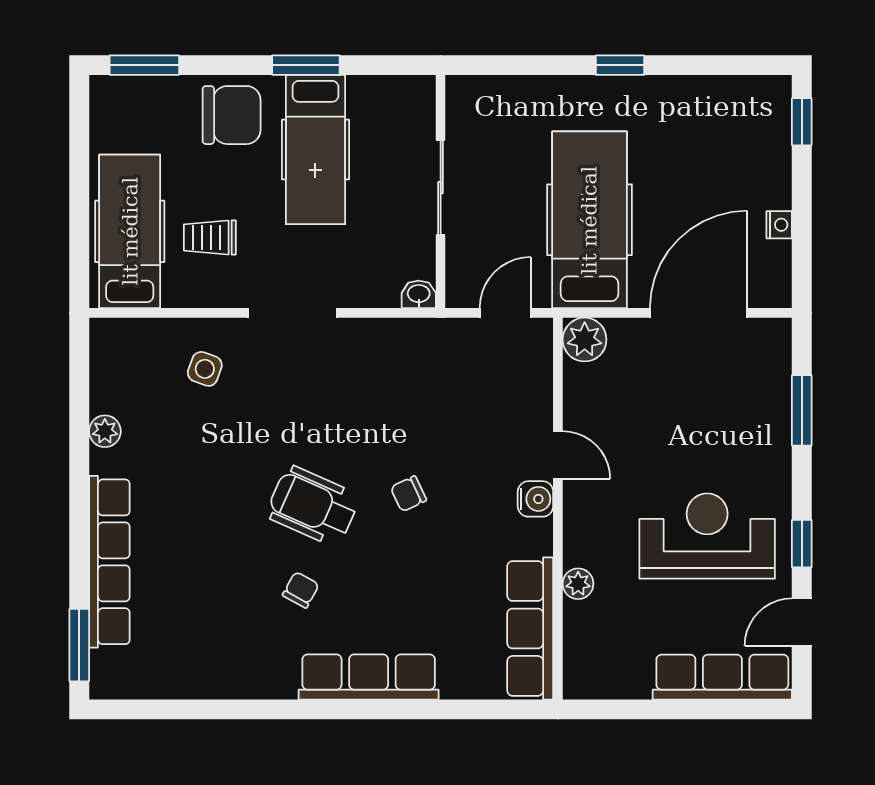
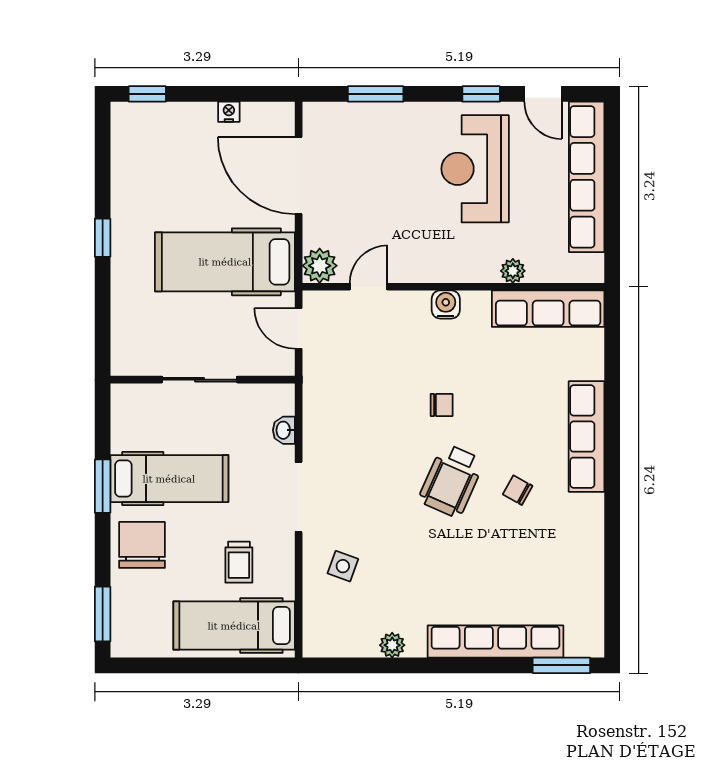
washbasin: (419, 294) -> (284, 430), moved
door: (558, 455) -> (369, 287), moved
chair: (408, 494) -> (442, 405), turned -65
row of seats: (722, 677) -> (587, 177), width x1.36

